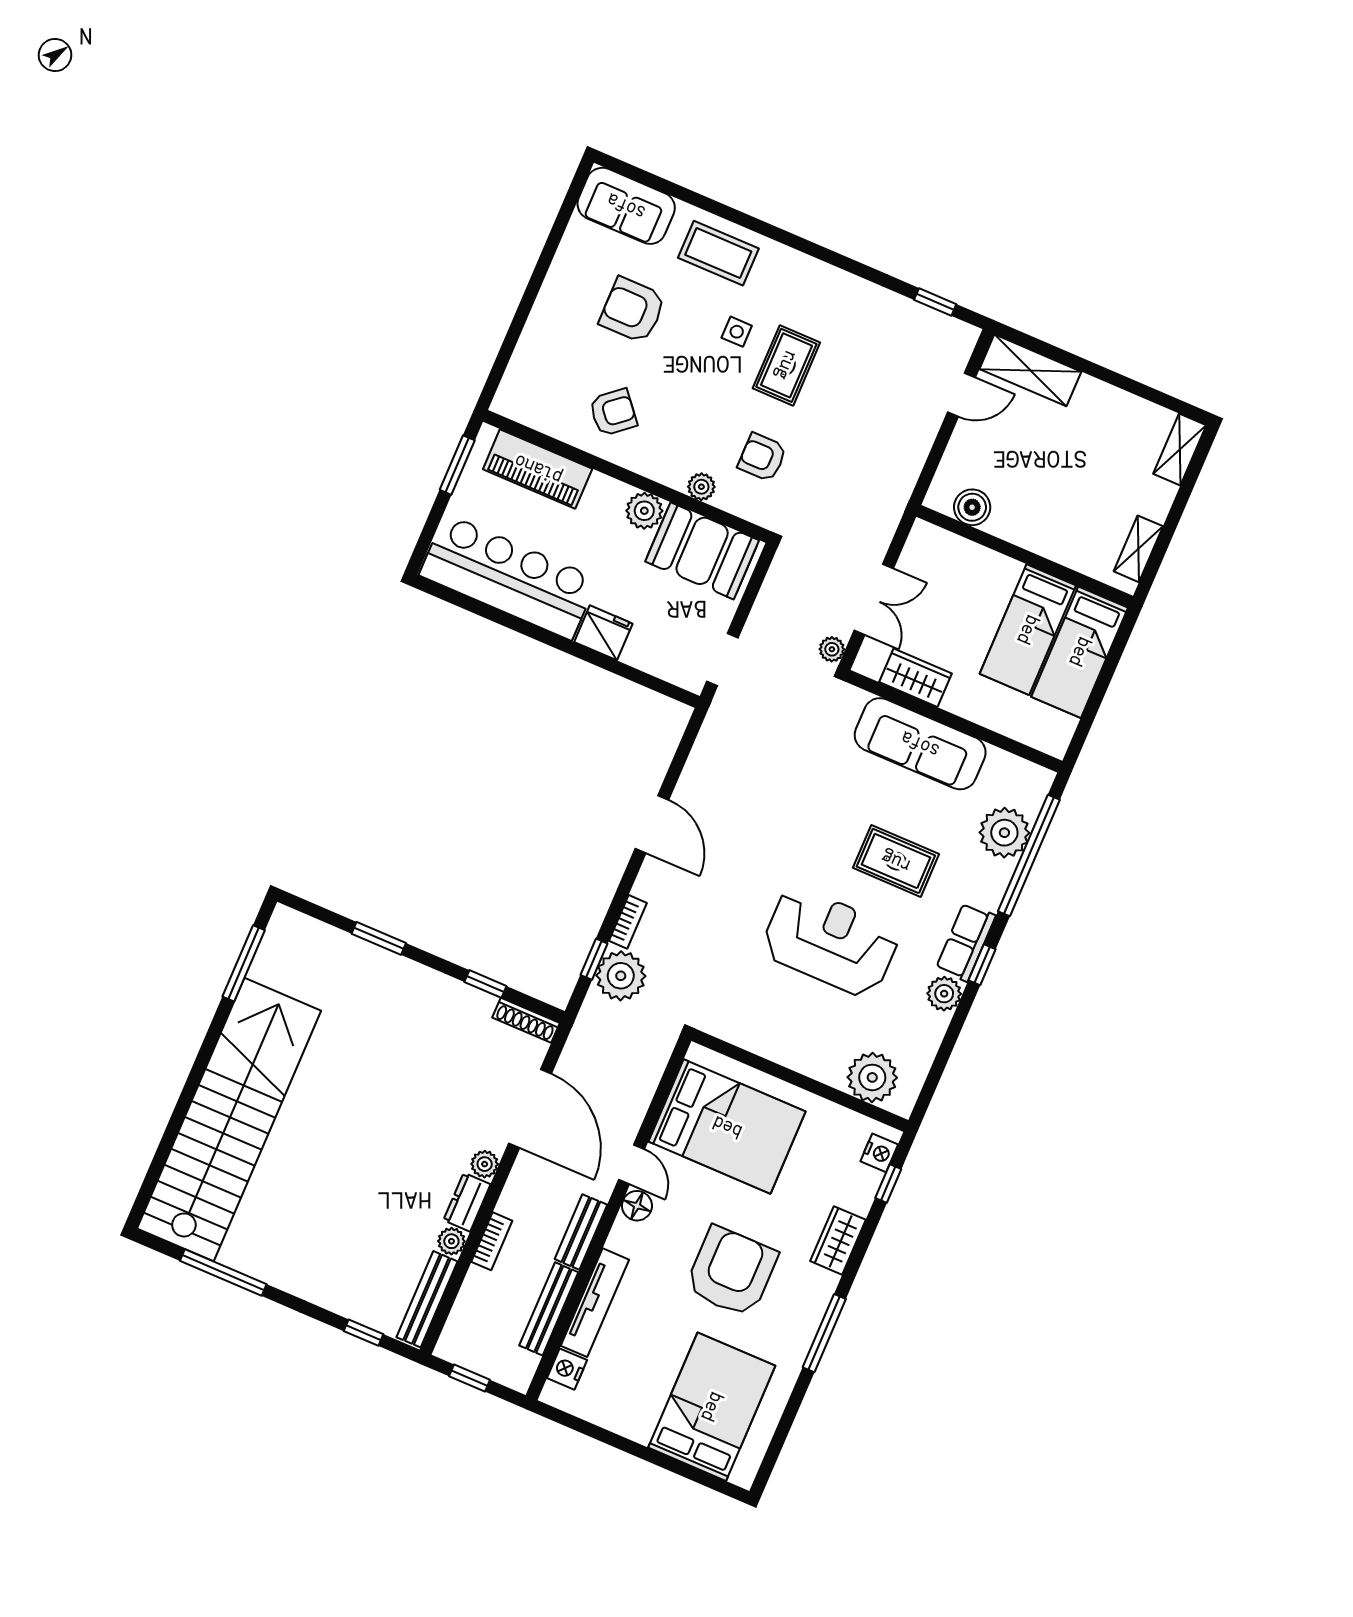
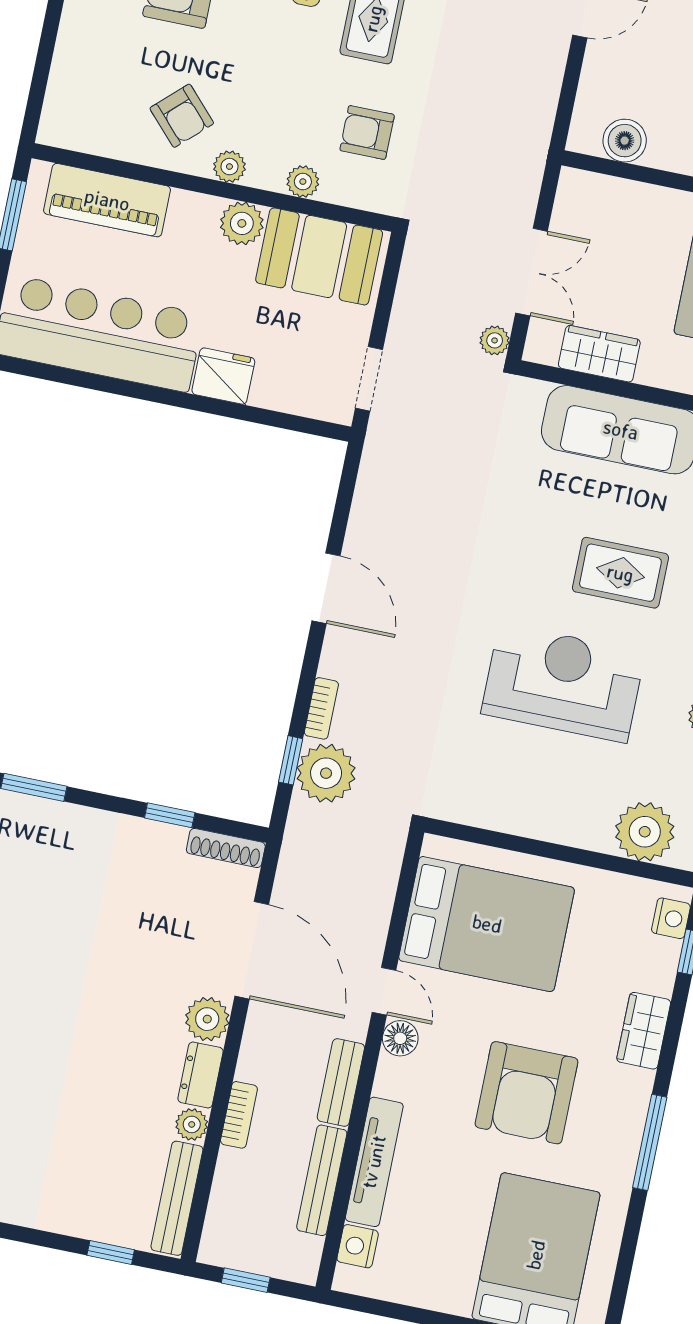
armchair: (613, 412) -> (182, 116), turned 87
plant: (644, 462) -> (229, 167), added
plant: (485, 1164) -> (207, 1019), width x1.38, depth x1.38
armchair: (731, 1272) -> (527, 1093), turned 180

